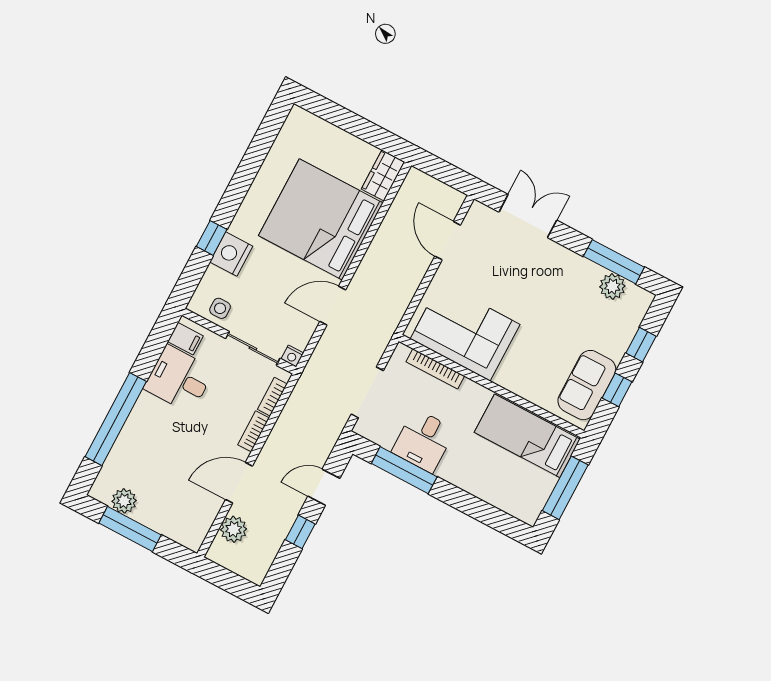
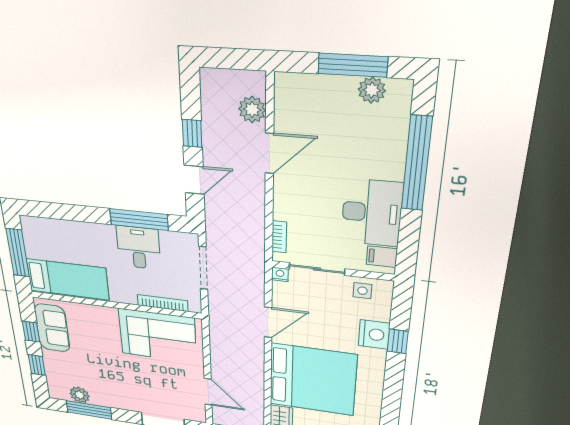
desk: (179, 379) -> (372, 213), width x1.37
bookcase: (253, 431) -> (280, 202), removed

